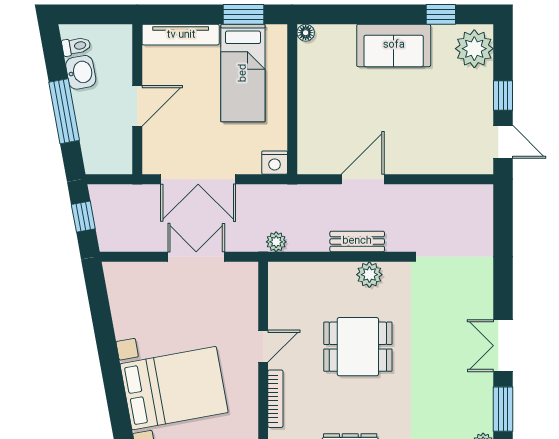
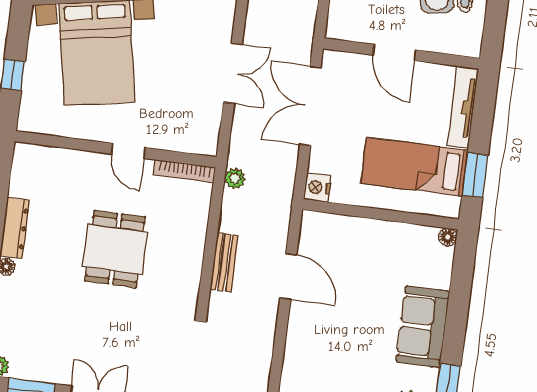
double door: (196, 257) -> (233, 73), moved
plant: (369, 275) -> (188, 271), removed
bookcase: (275, 399) -> (185, 171), moved

